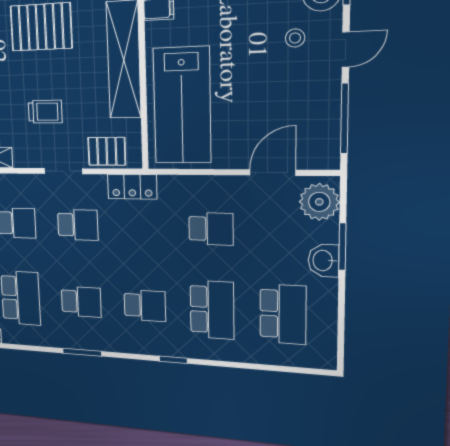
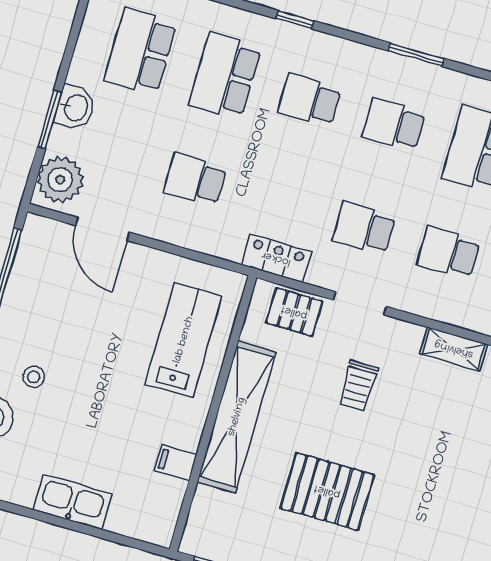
lab bench: (182, 105) -> (184, 340), width x0.73, depth x0.72
trolley: (45, 112) -> (358, 386), turned -90
door: (273, 173) -> (102, 229), hinge flipped

